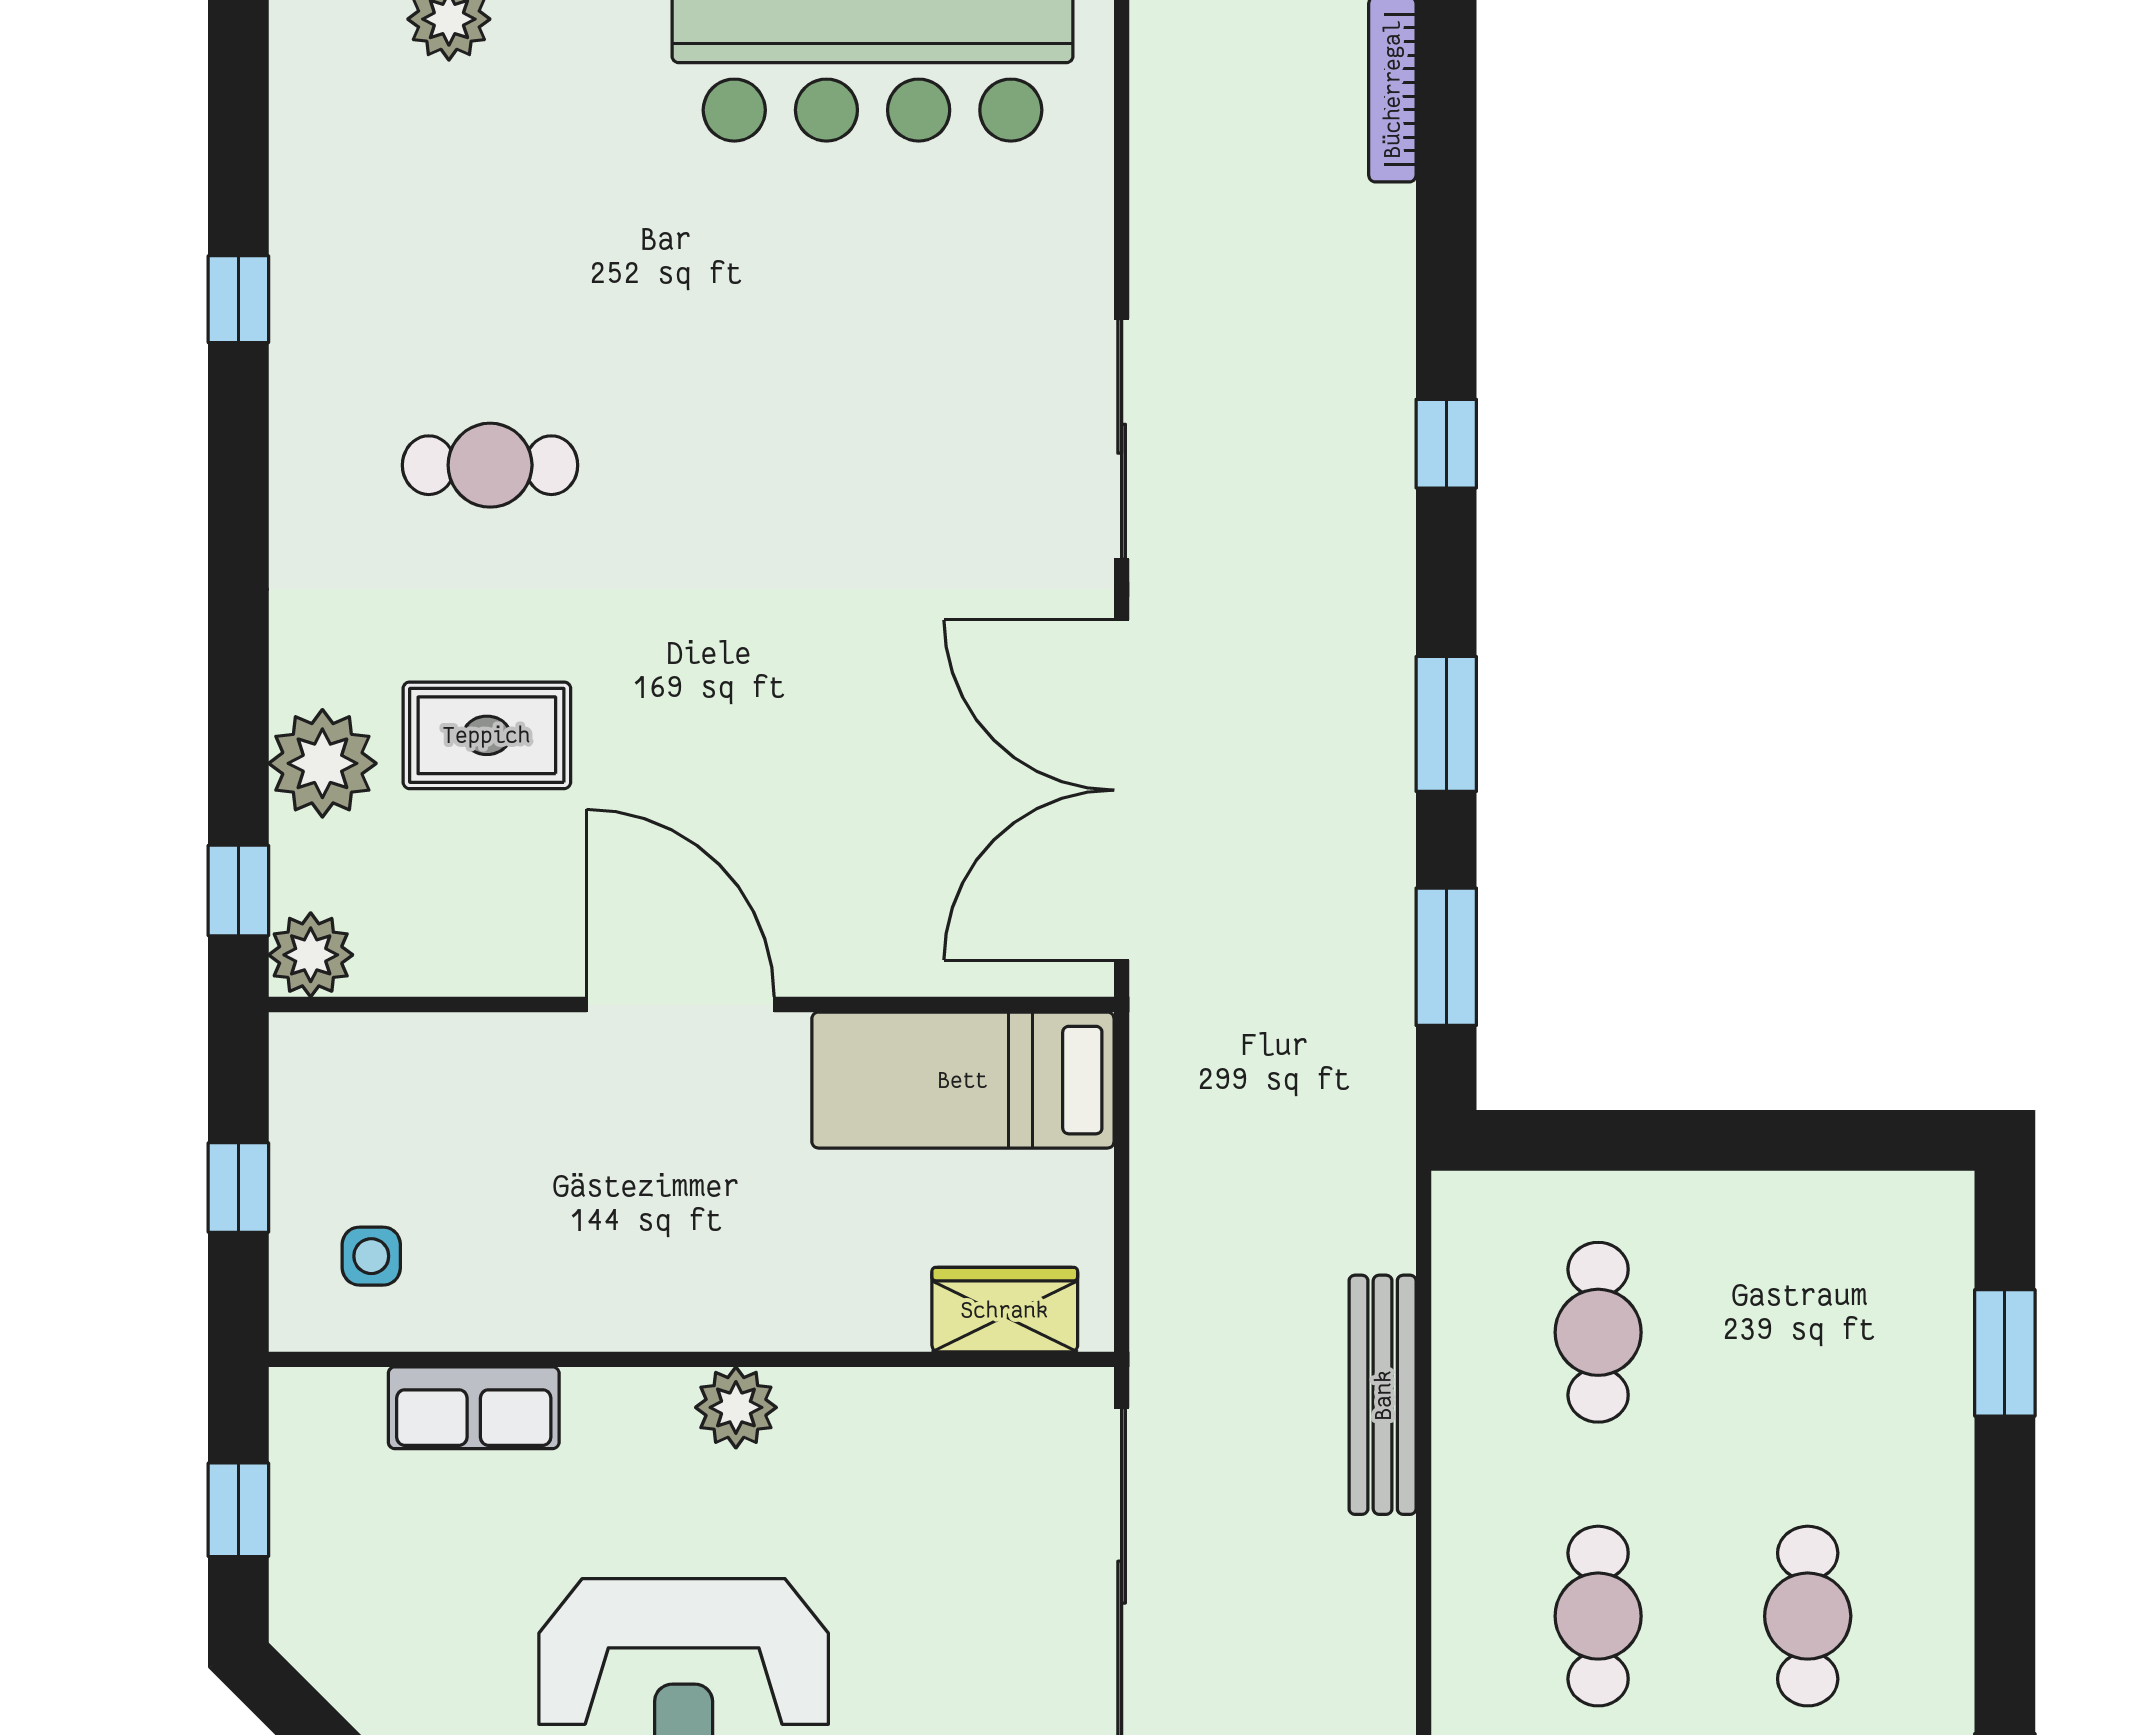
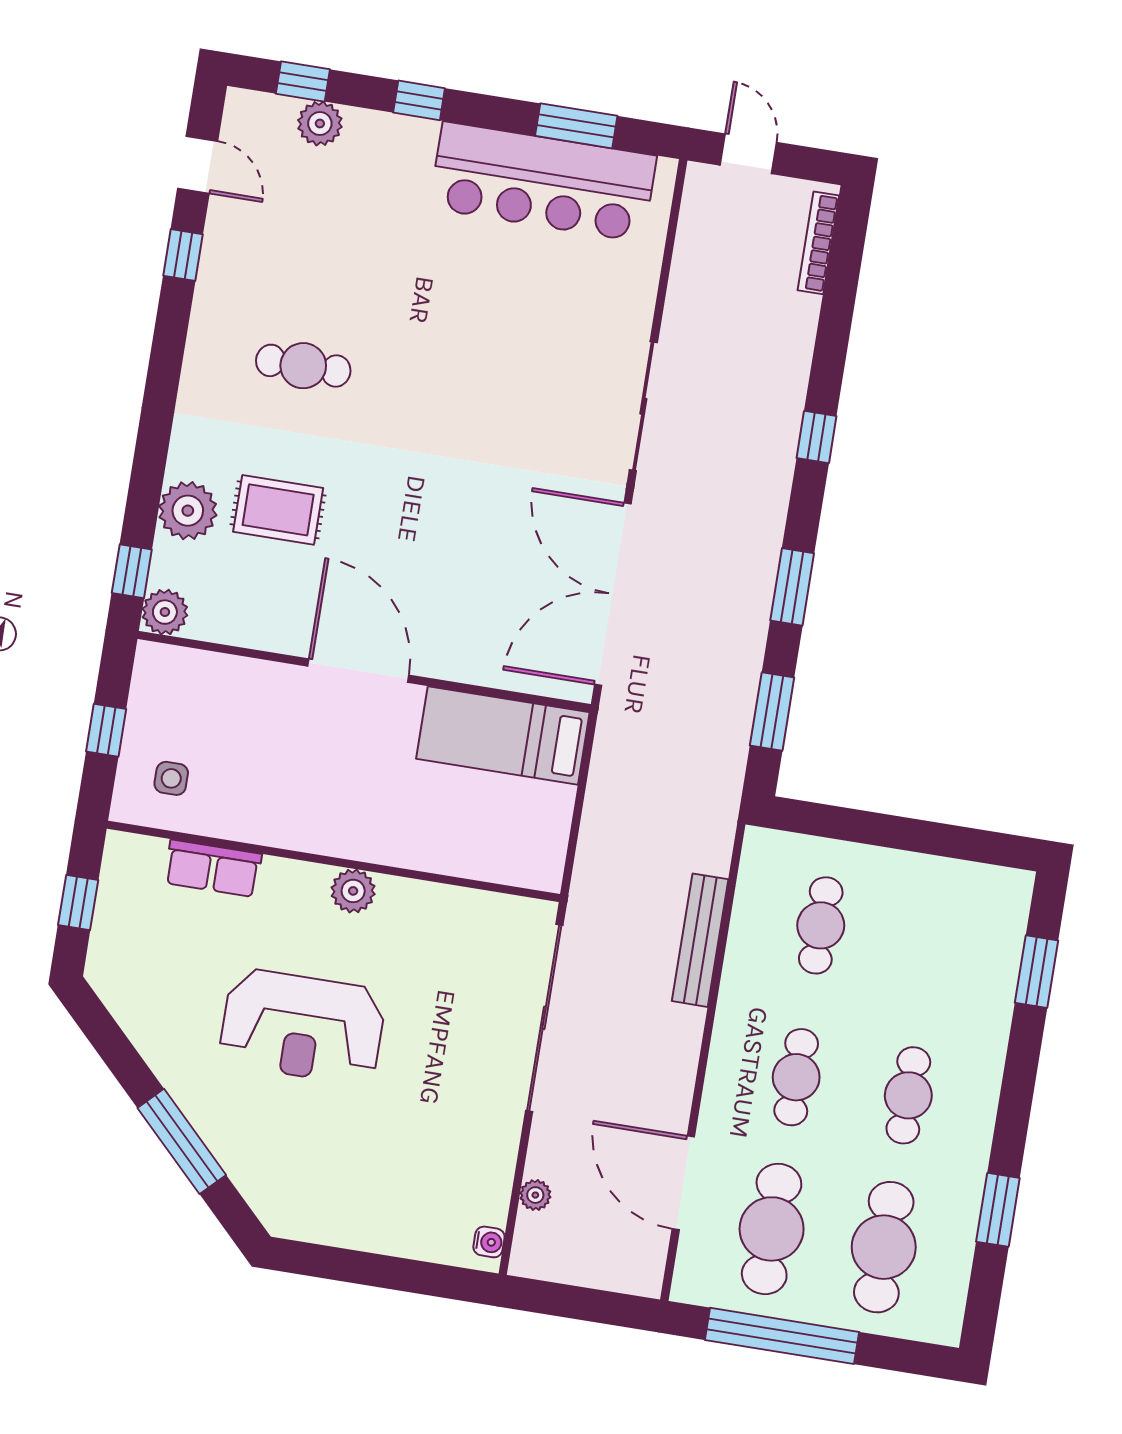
door: (238, 130) -> (198, 165), added
wardrobe: (1005, 1310) -> (505, 862), removed

